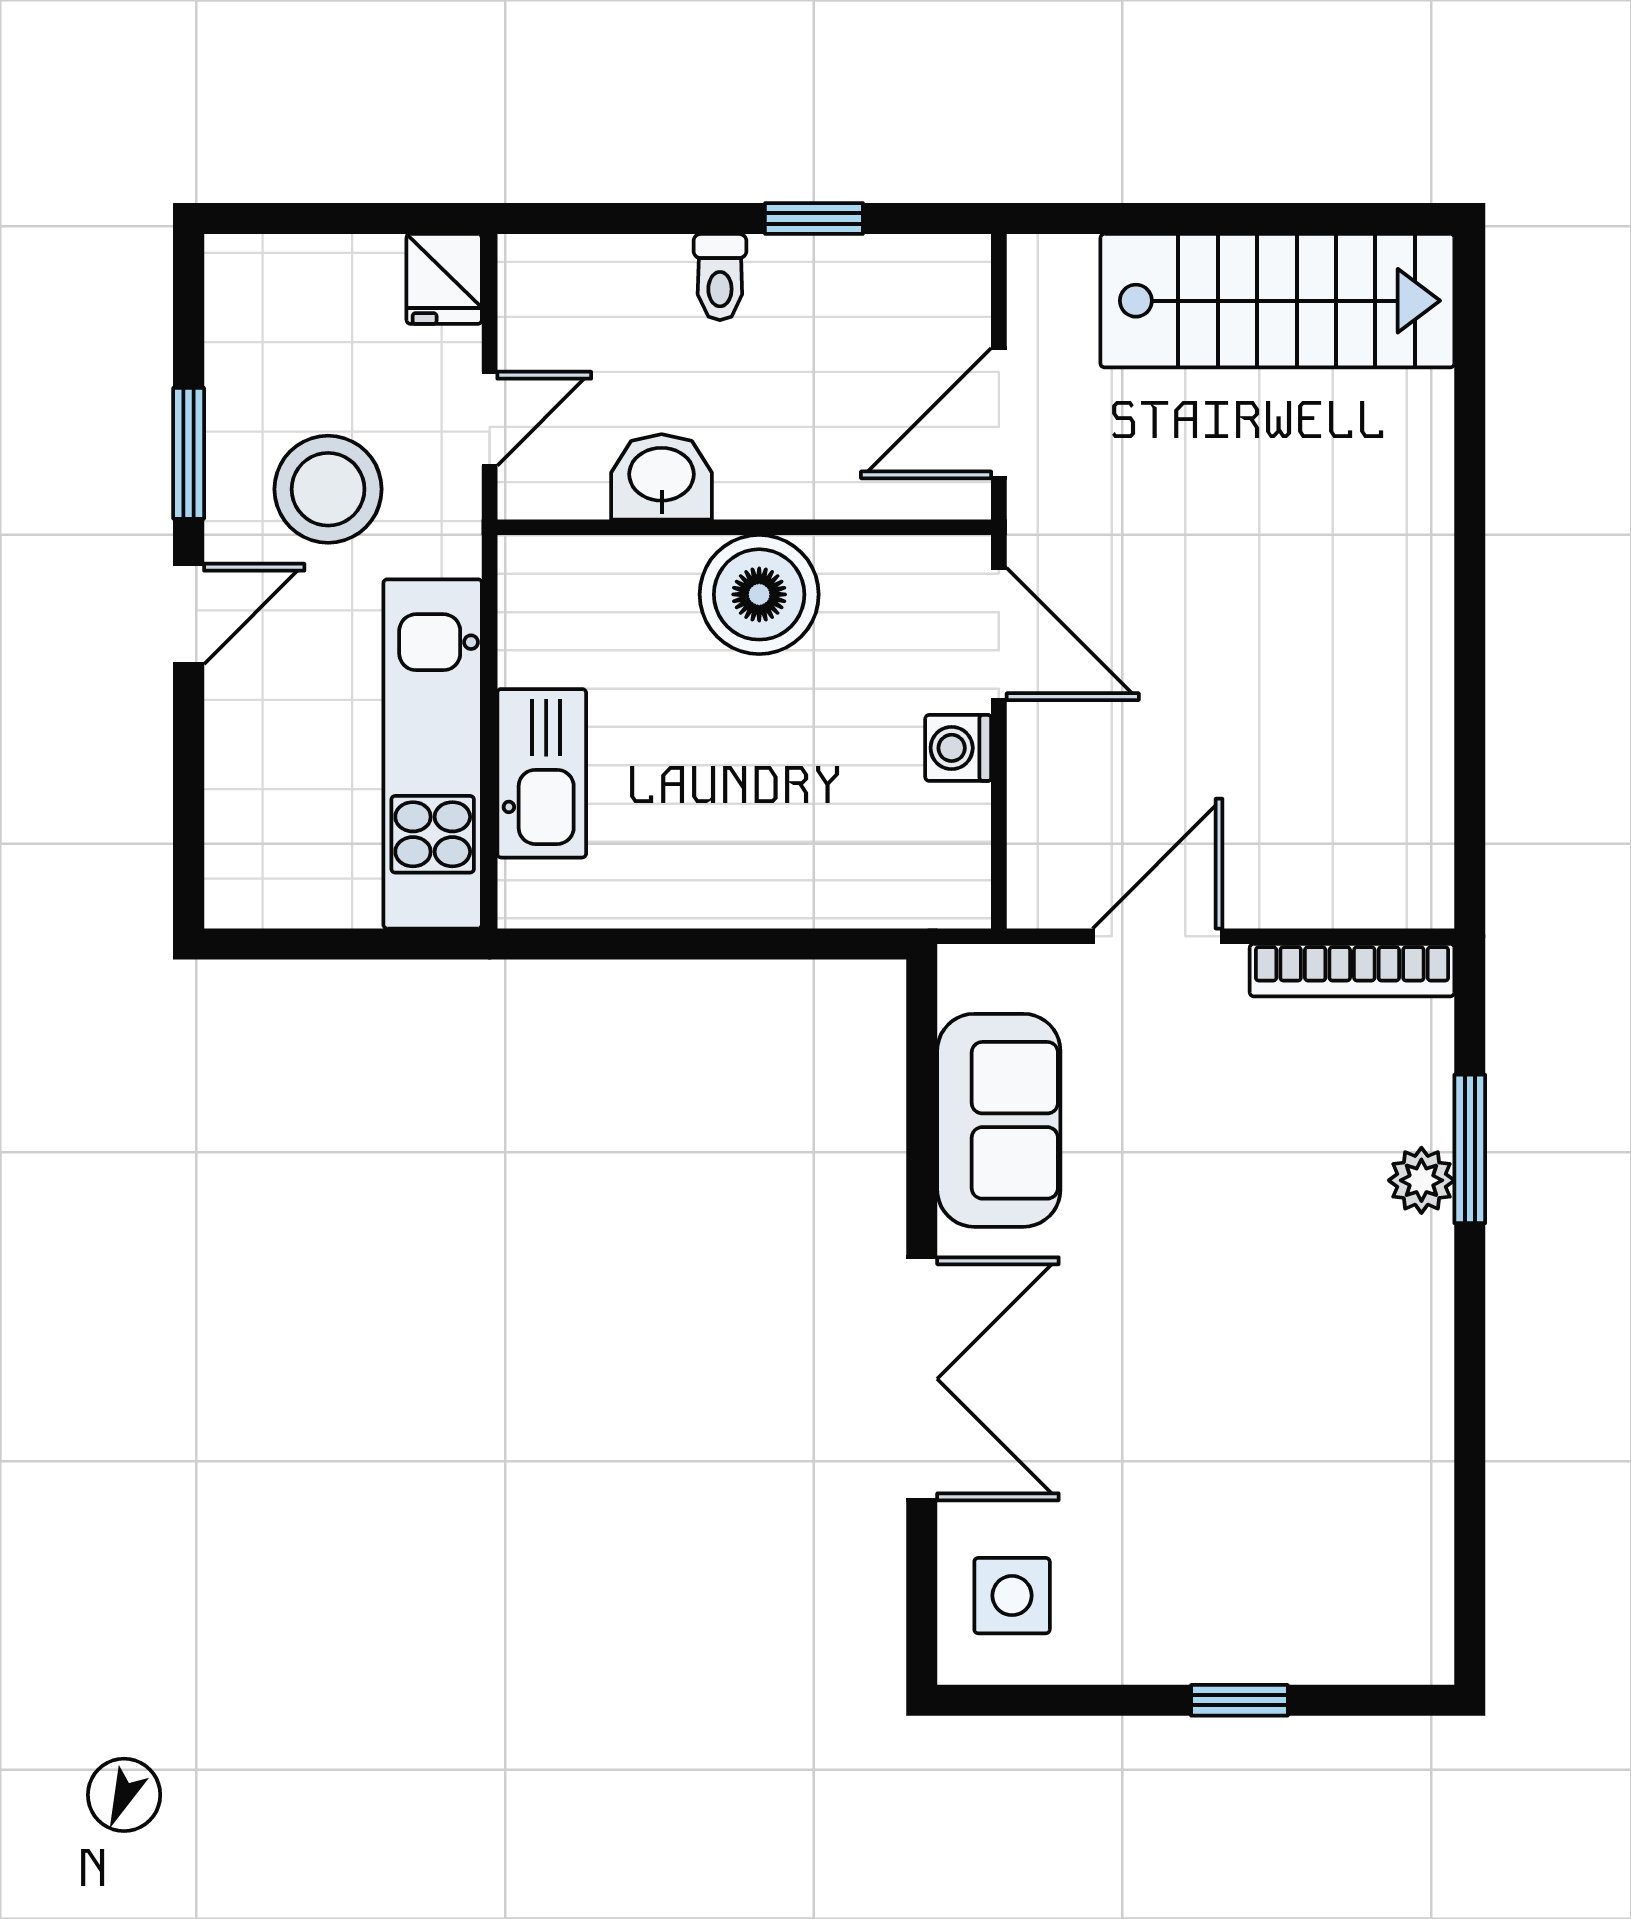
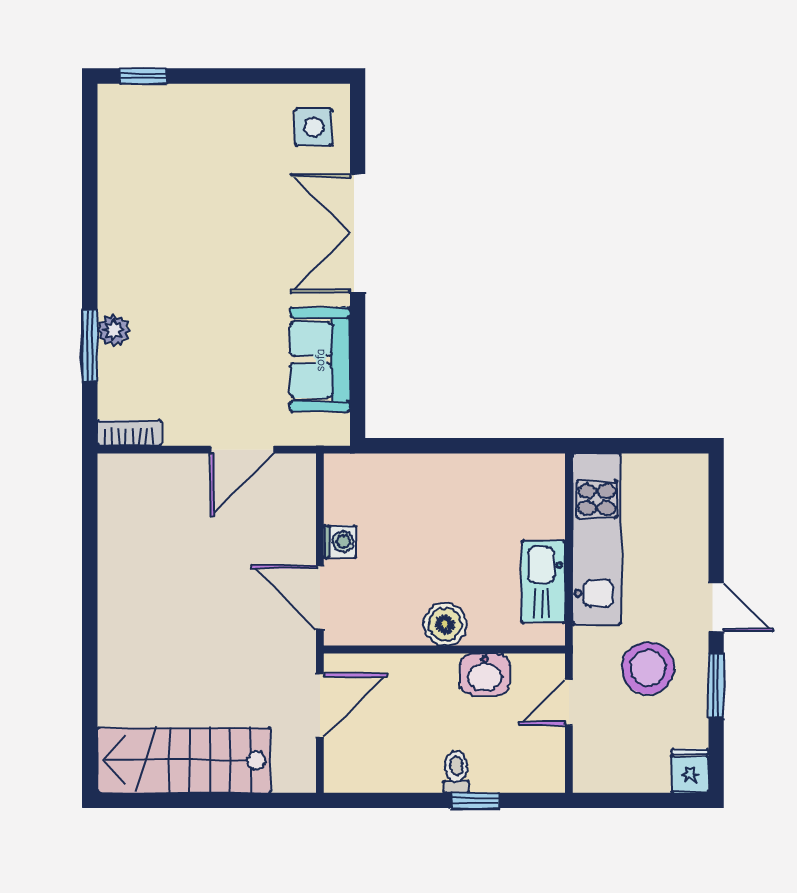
window: (814, 219) -> (475, 800), moved
fridge: (444, 279) -> (690, 771), moved
boiler: (759, 594) -> (445, 624), width x0.73, depth x0.73
door: (189, 614) -> (716, 607), swing flipped
kitchen sink: (542, 773) -> (543, 582), moved
bookcase: (1352, 970) -> (129, 433), width x0.64
window: (1239, 1700) -> (143, 76), moved

